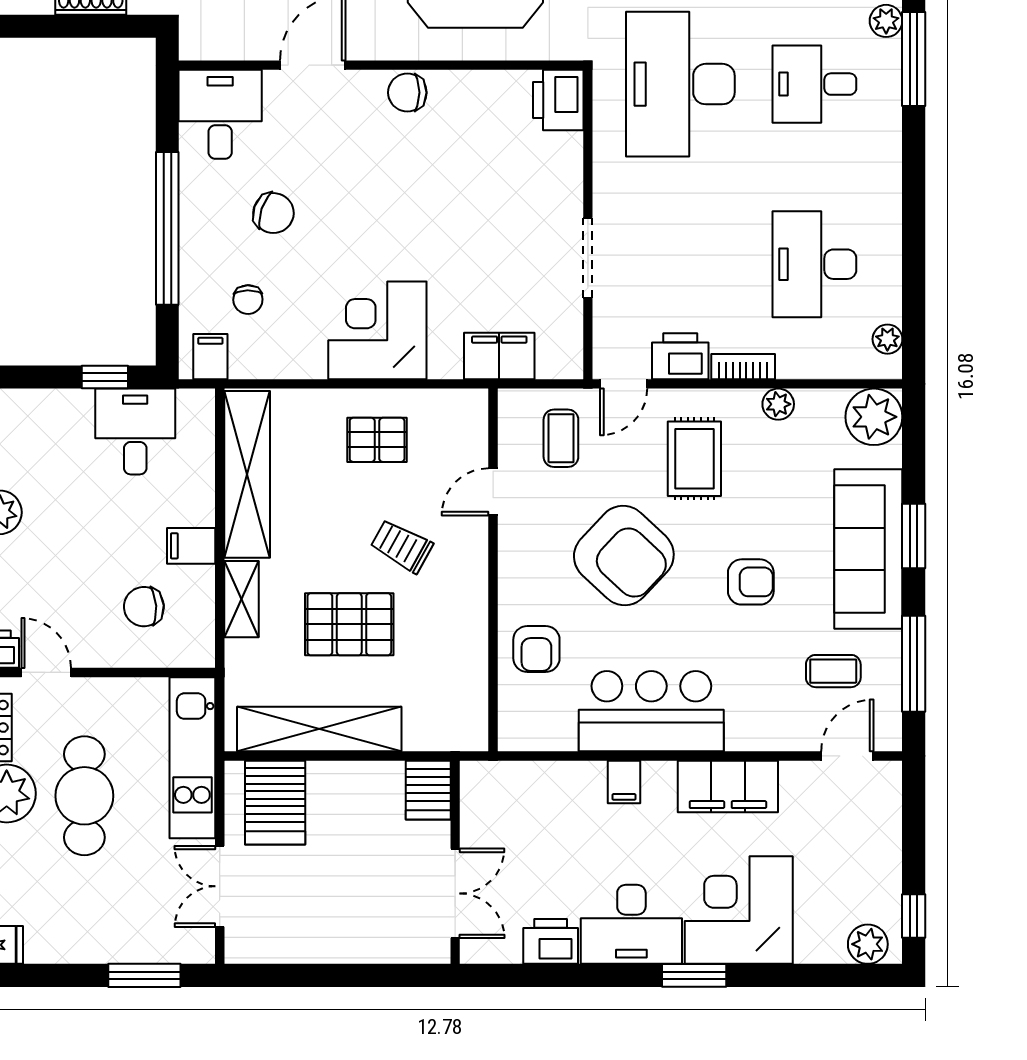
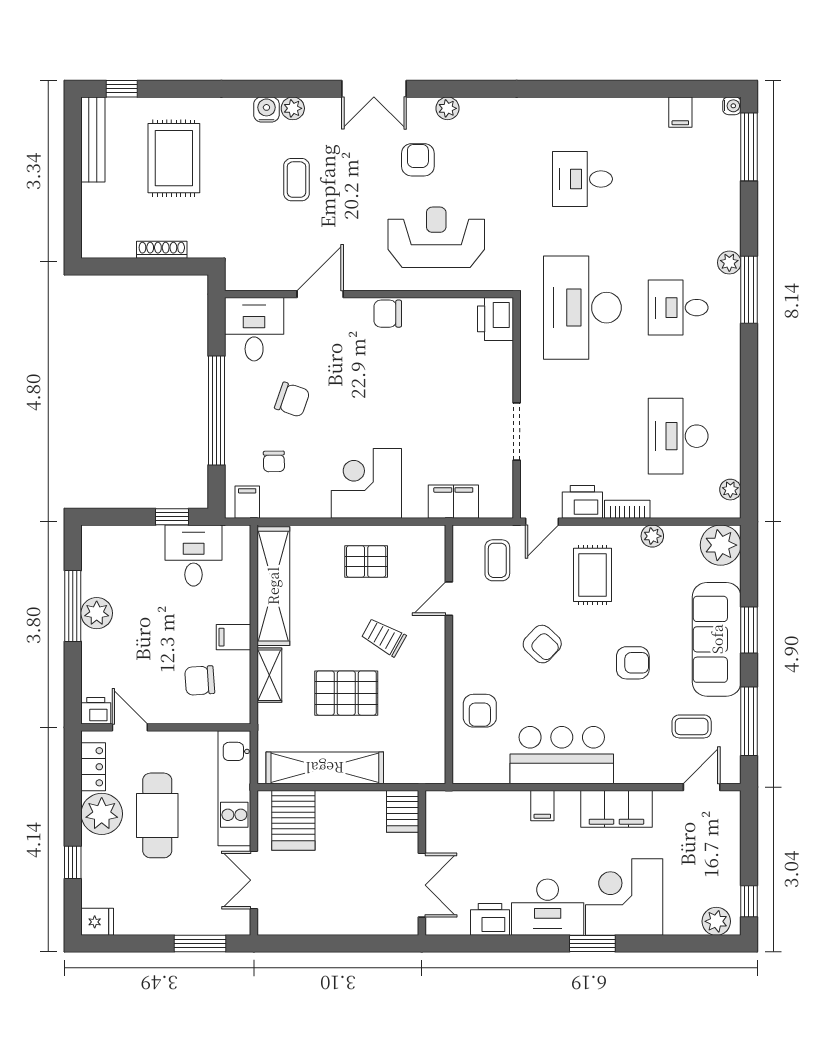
armchair: (624, 556) -> (542, 644), width x0.53, depth x0.53

